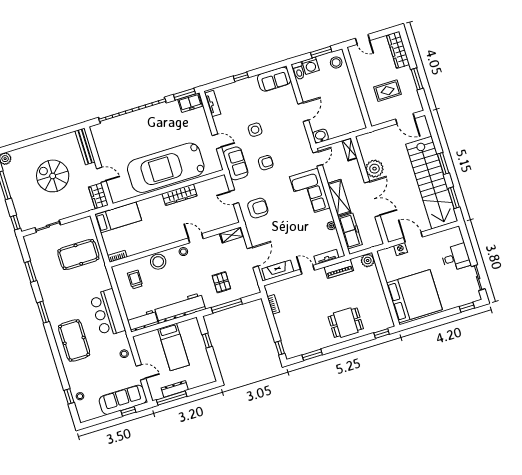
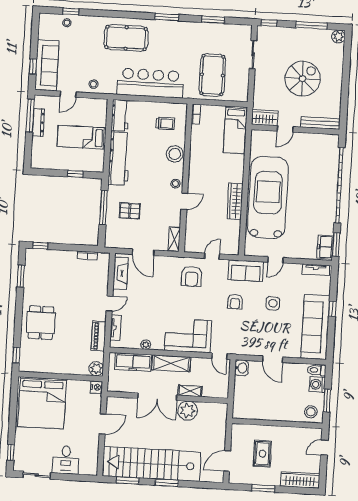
sofa: (274, 79) -> (315, 327), width x1.85, depth x1.27
shelving: (350, 149) -> (190, 391), moved
nightstand: (401, 249) -> (97, 387), moved
bar counter: (107, 313) -> (150, 83), width x1.36

